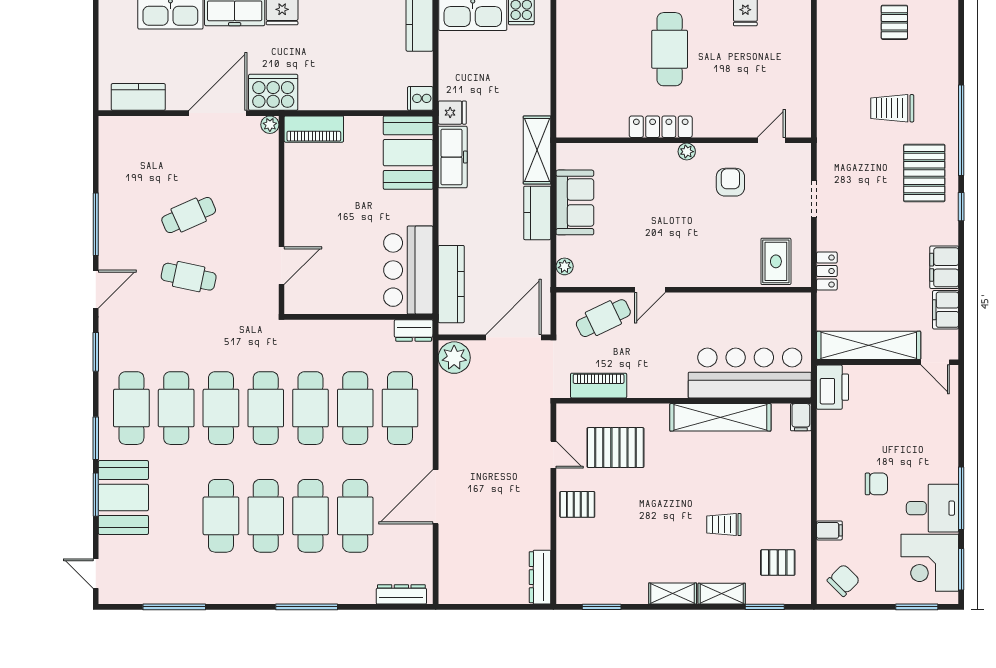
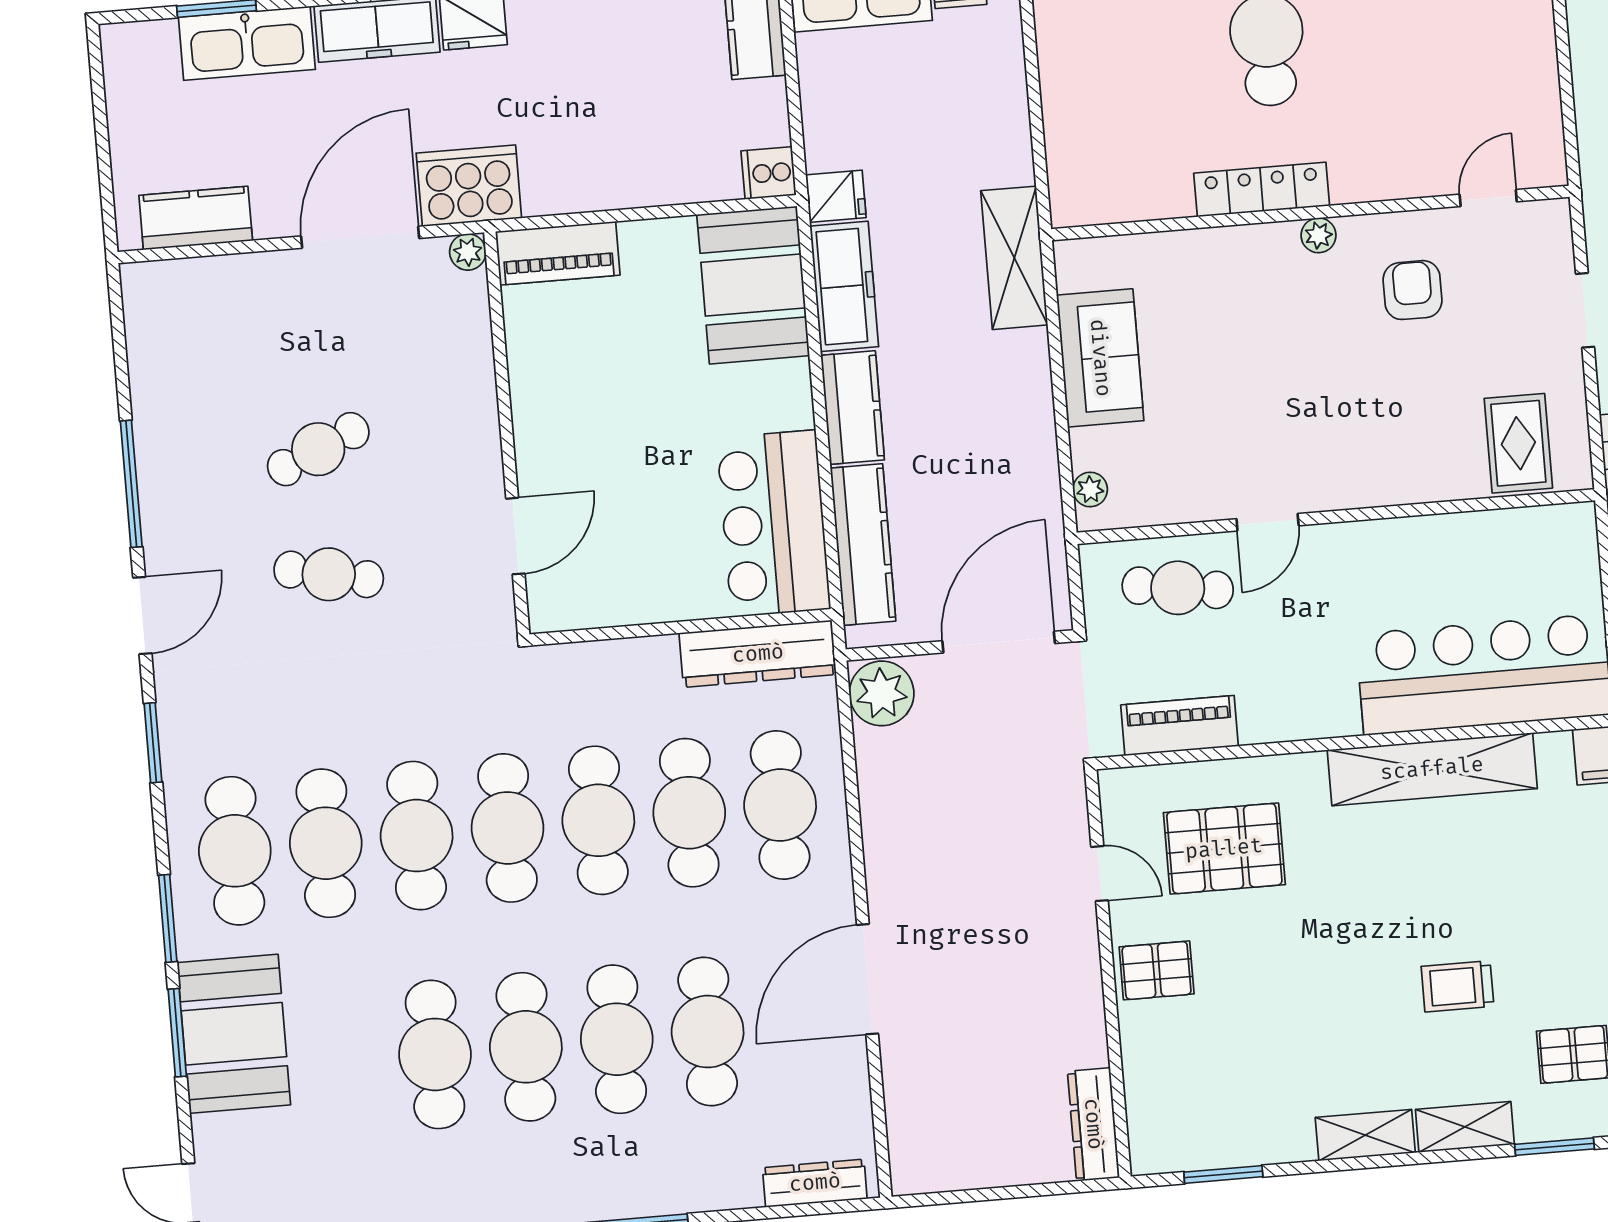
kitchen counter: (537, 213) -> (853, 408), moved, turned 180
cafe table: (603, 318) -> (1178, 588), turned 34
dresser: (414, 330) -> (758, 654), width x1.96, depth x1.24

